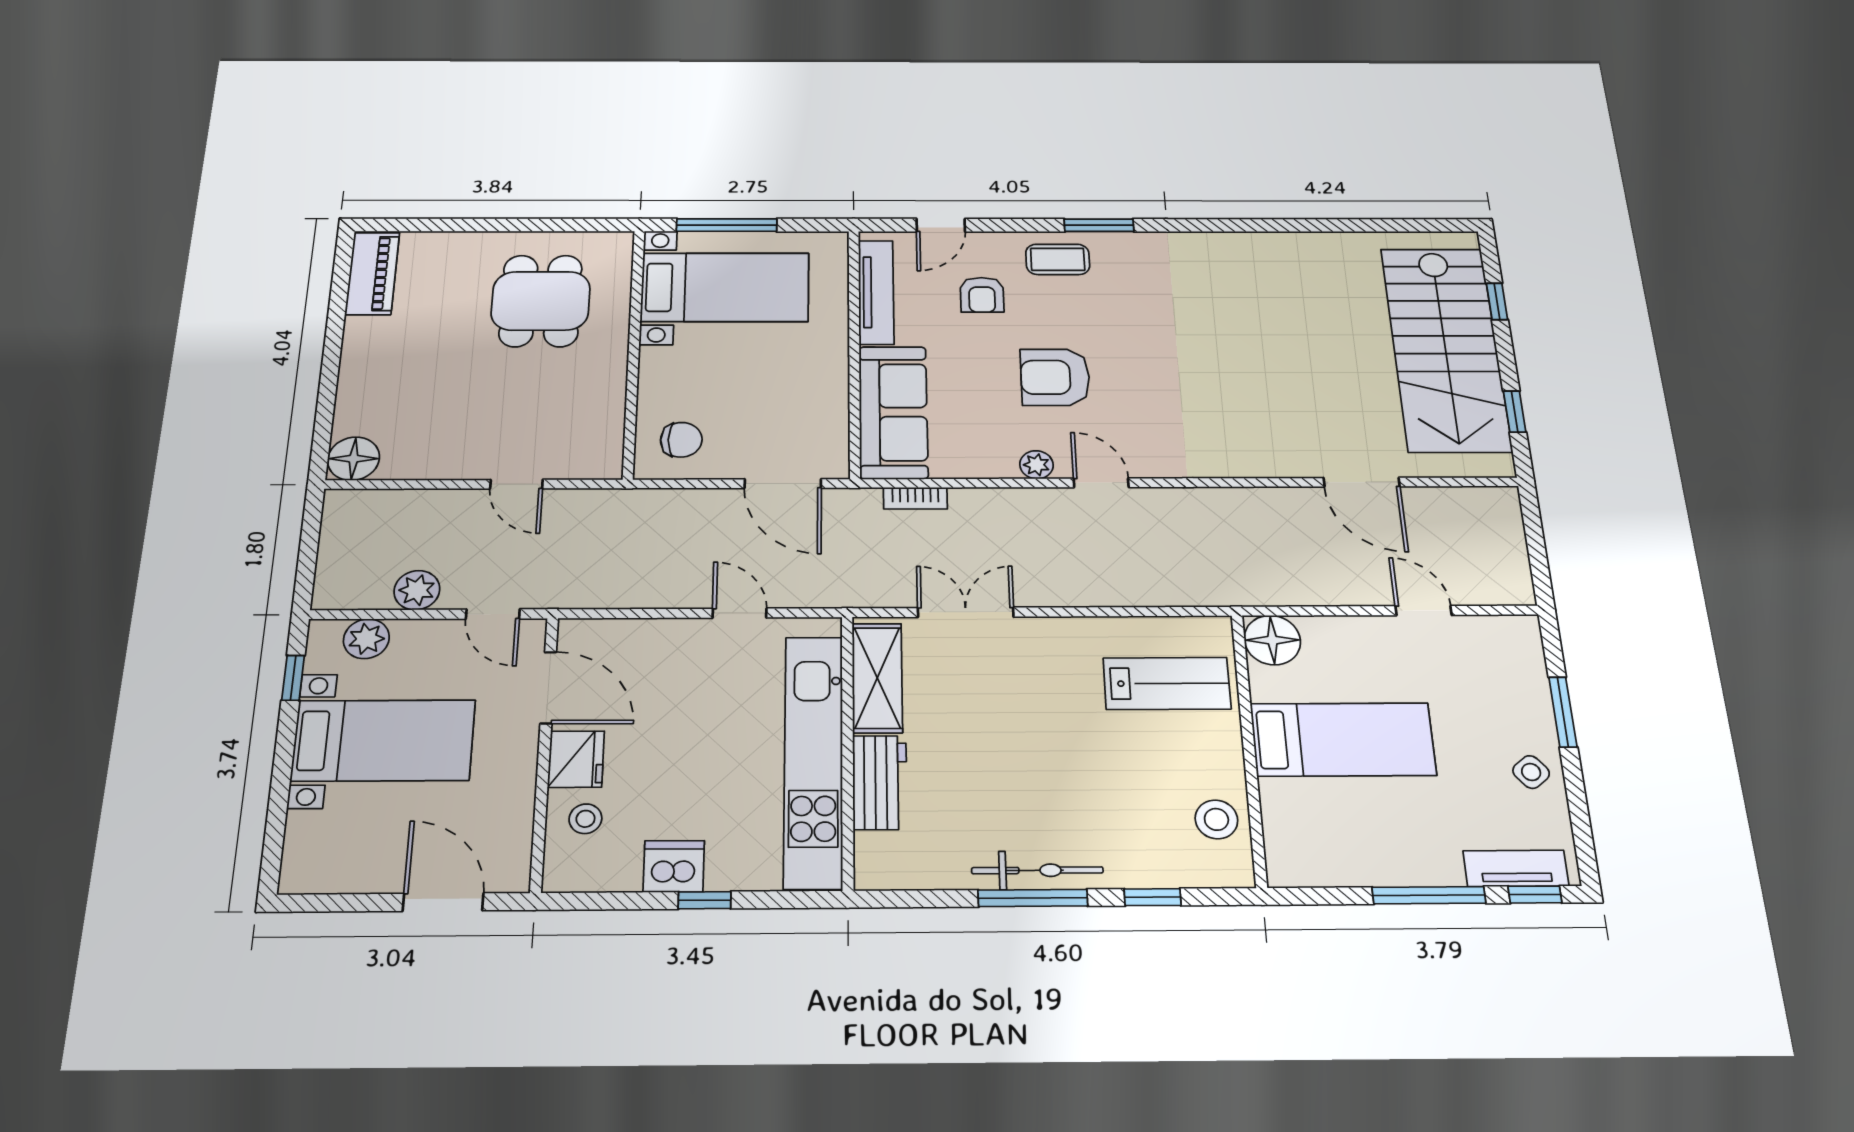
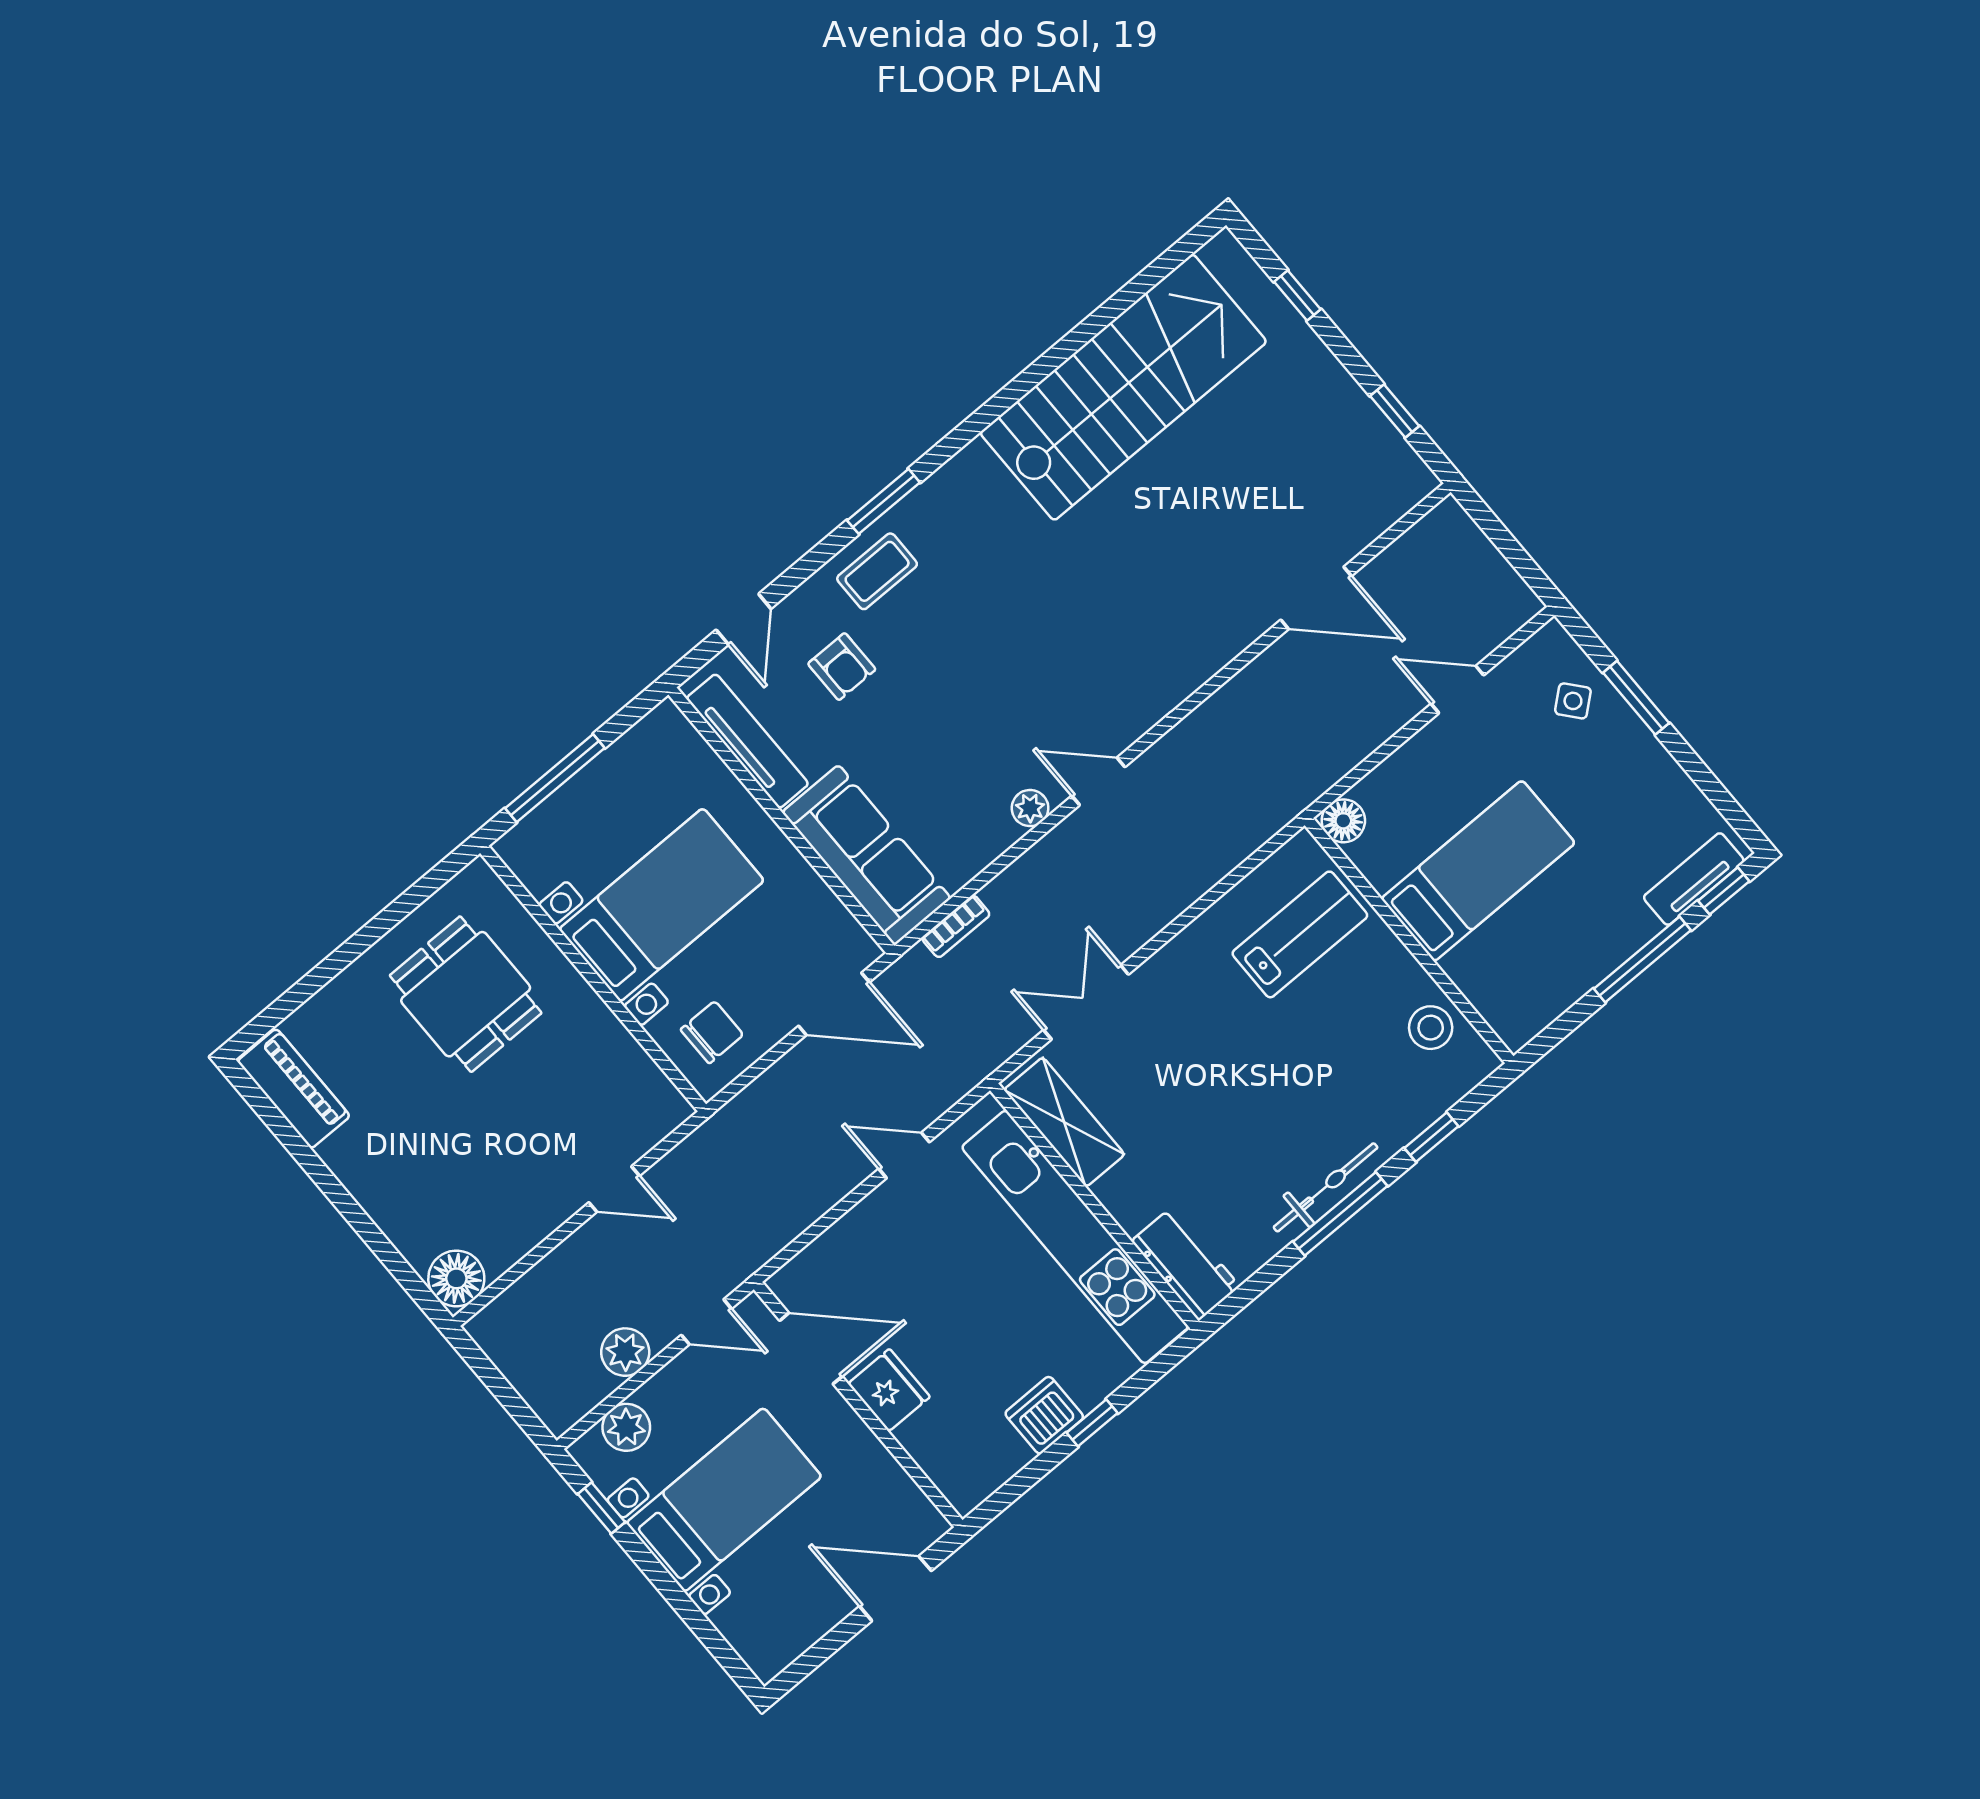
bed with nightstands: (725, 287) -> (661, 905), moved
stairs: (1445, 349) -> (1123, 387), moved, turned -90
armchair: (1055, 377) -> (975, 703), removed
floor lamp: (1272, 640) -> (1343, 821), width x0.73, depth x0.73
side table: (1531, 772) -> (1573, 701), moved
workbench: (880, 782) -> (1186, 1264), moved
stool: (585, 819) -> (942, 1433), removed

